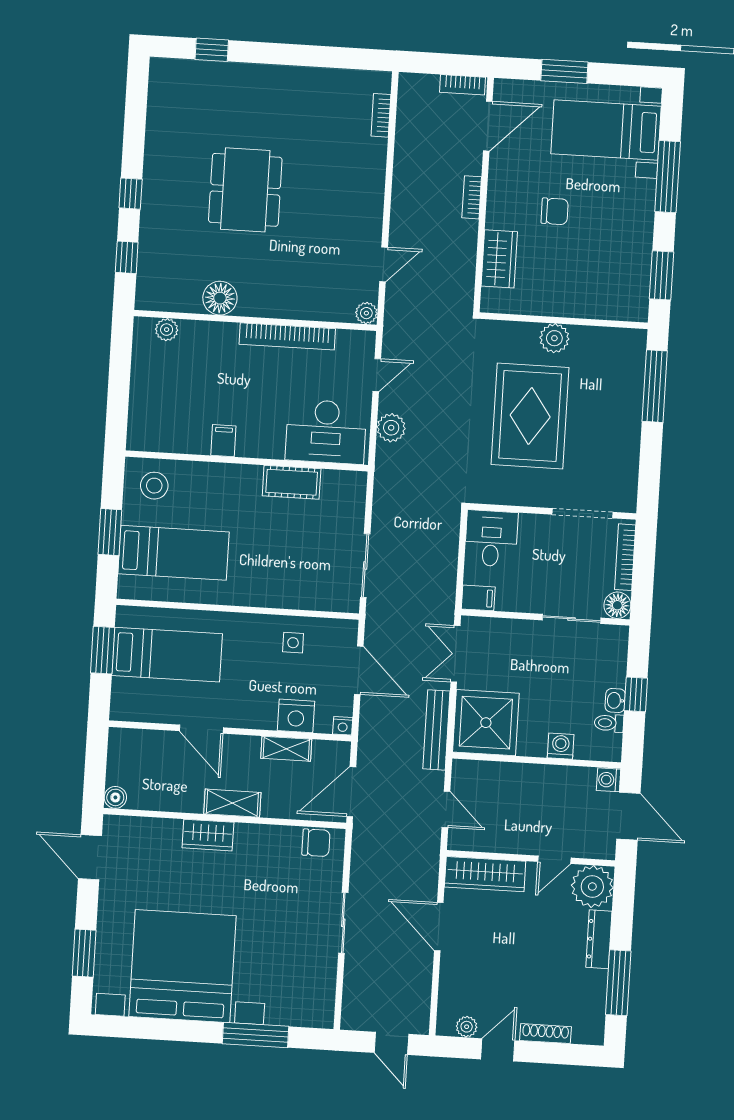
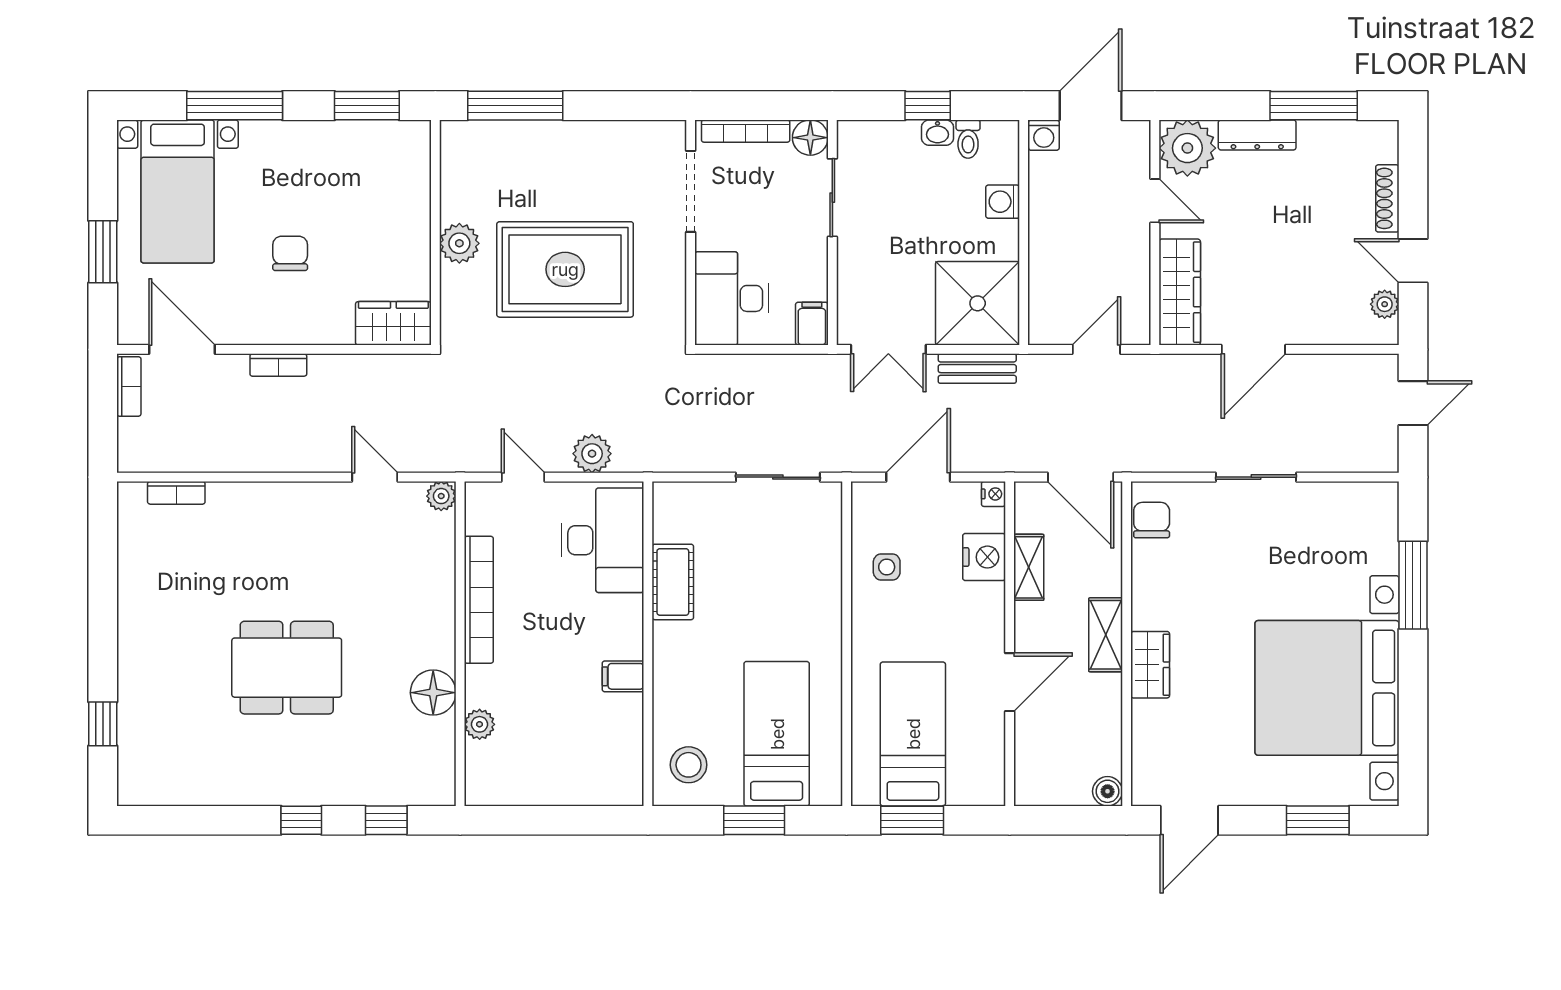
wardrobe: (499, 259) -> (393, 323), moved
plant: (167, 330) -> (480, 724), moved
desk: (491, 538) -> (732, 298), width x1.37
bench: (436, 730) -> (977, 369), width x0.73

